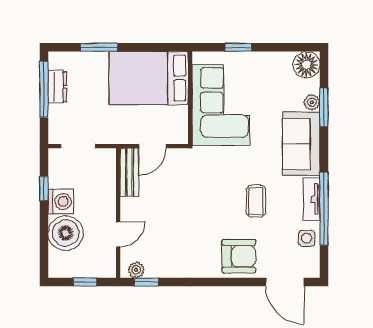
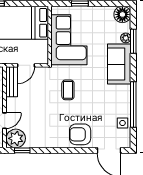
tv unit: (312, 199) -> (126, 98), removed
coffee table: (256, 201) -> (68, 90), moved
armchair: (239, 256) -> (80, 134), turned 180
plant: (136, 270) -> (16, 138), width x1.88, depth x1.88

